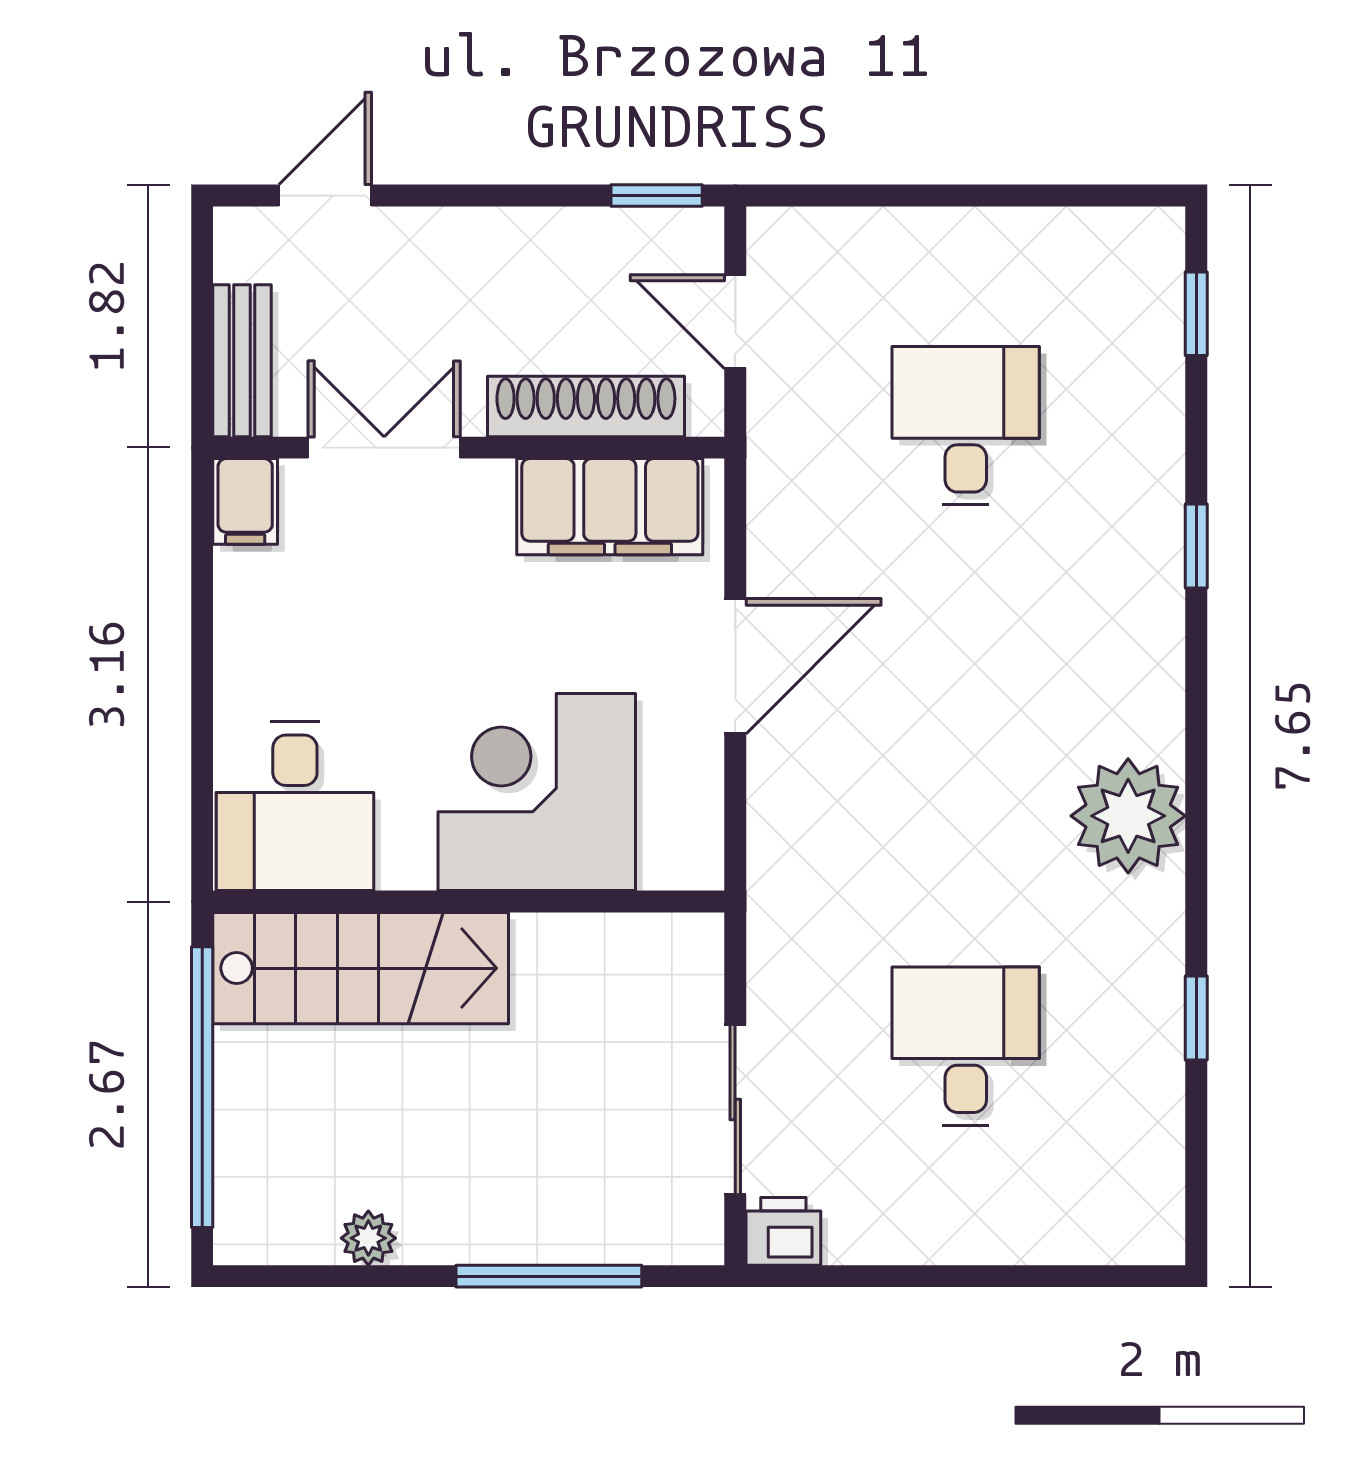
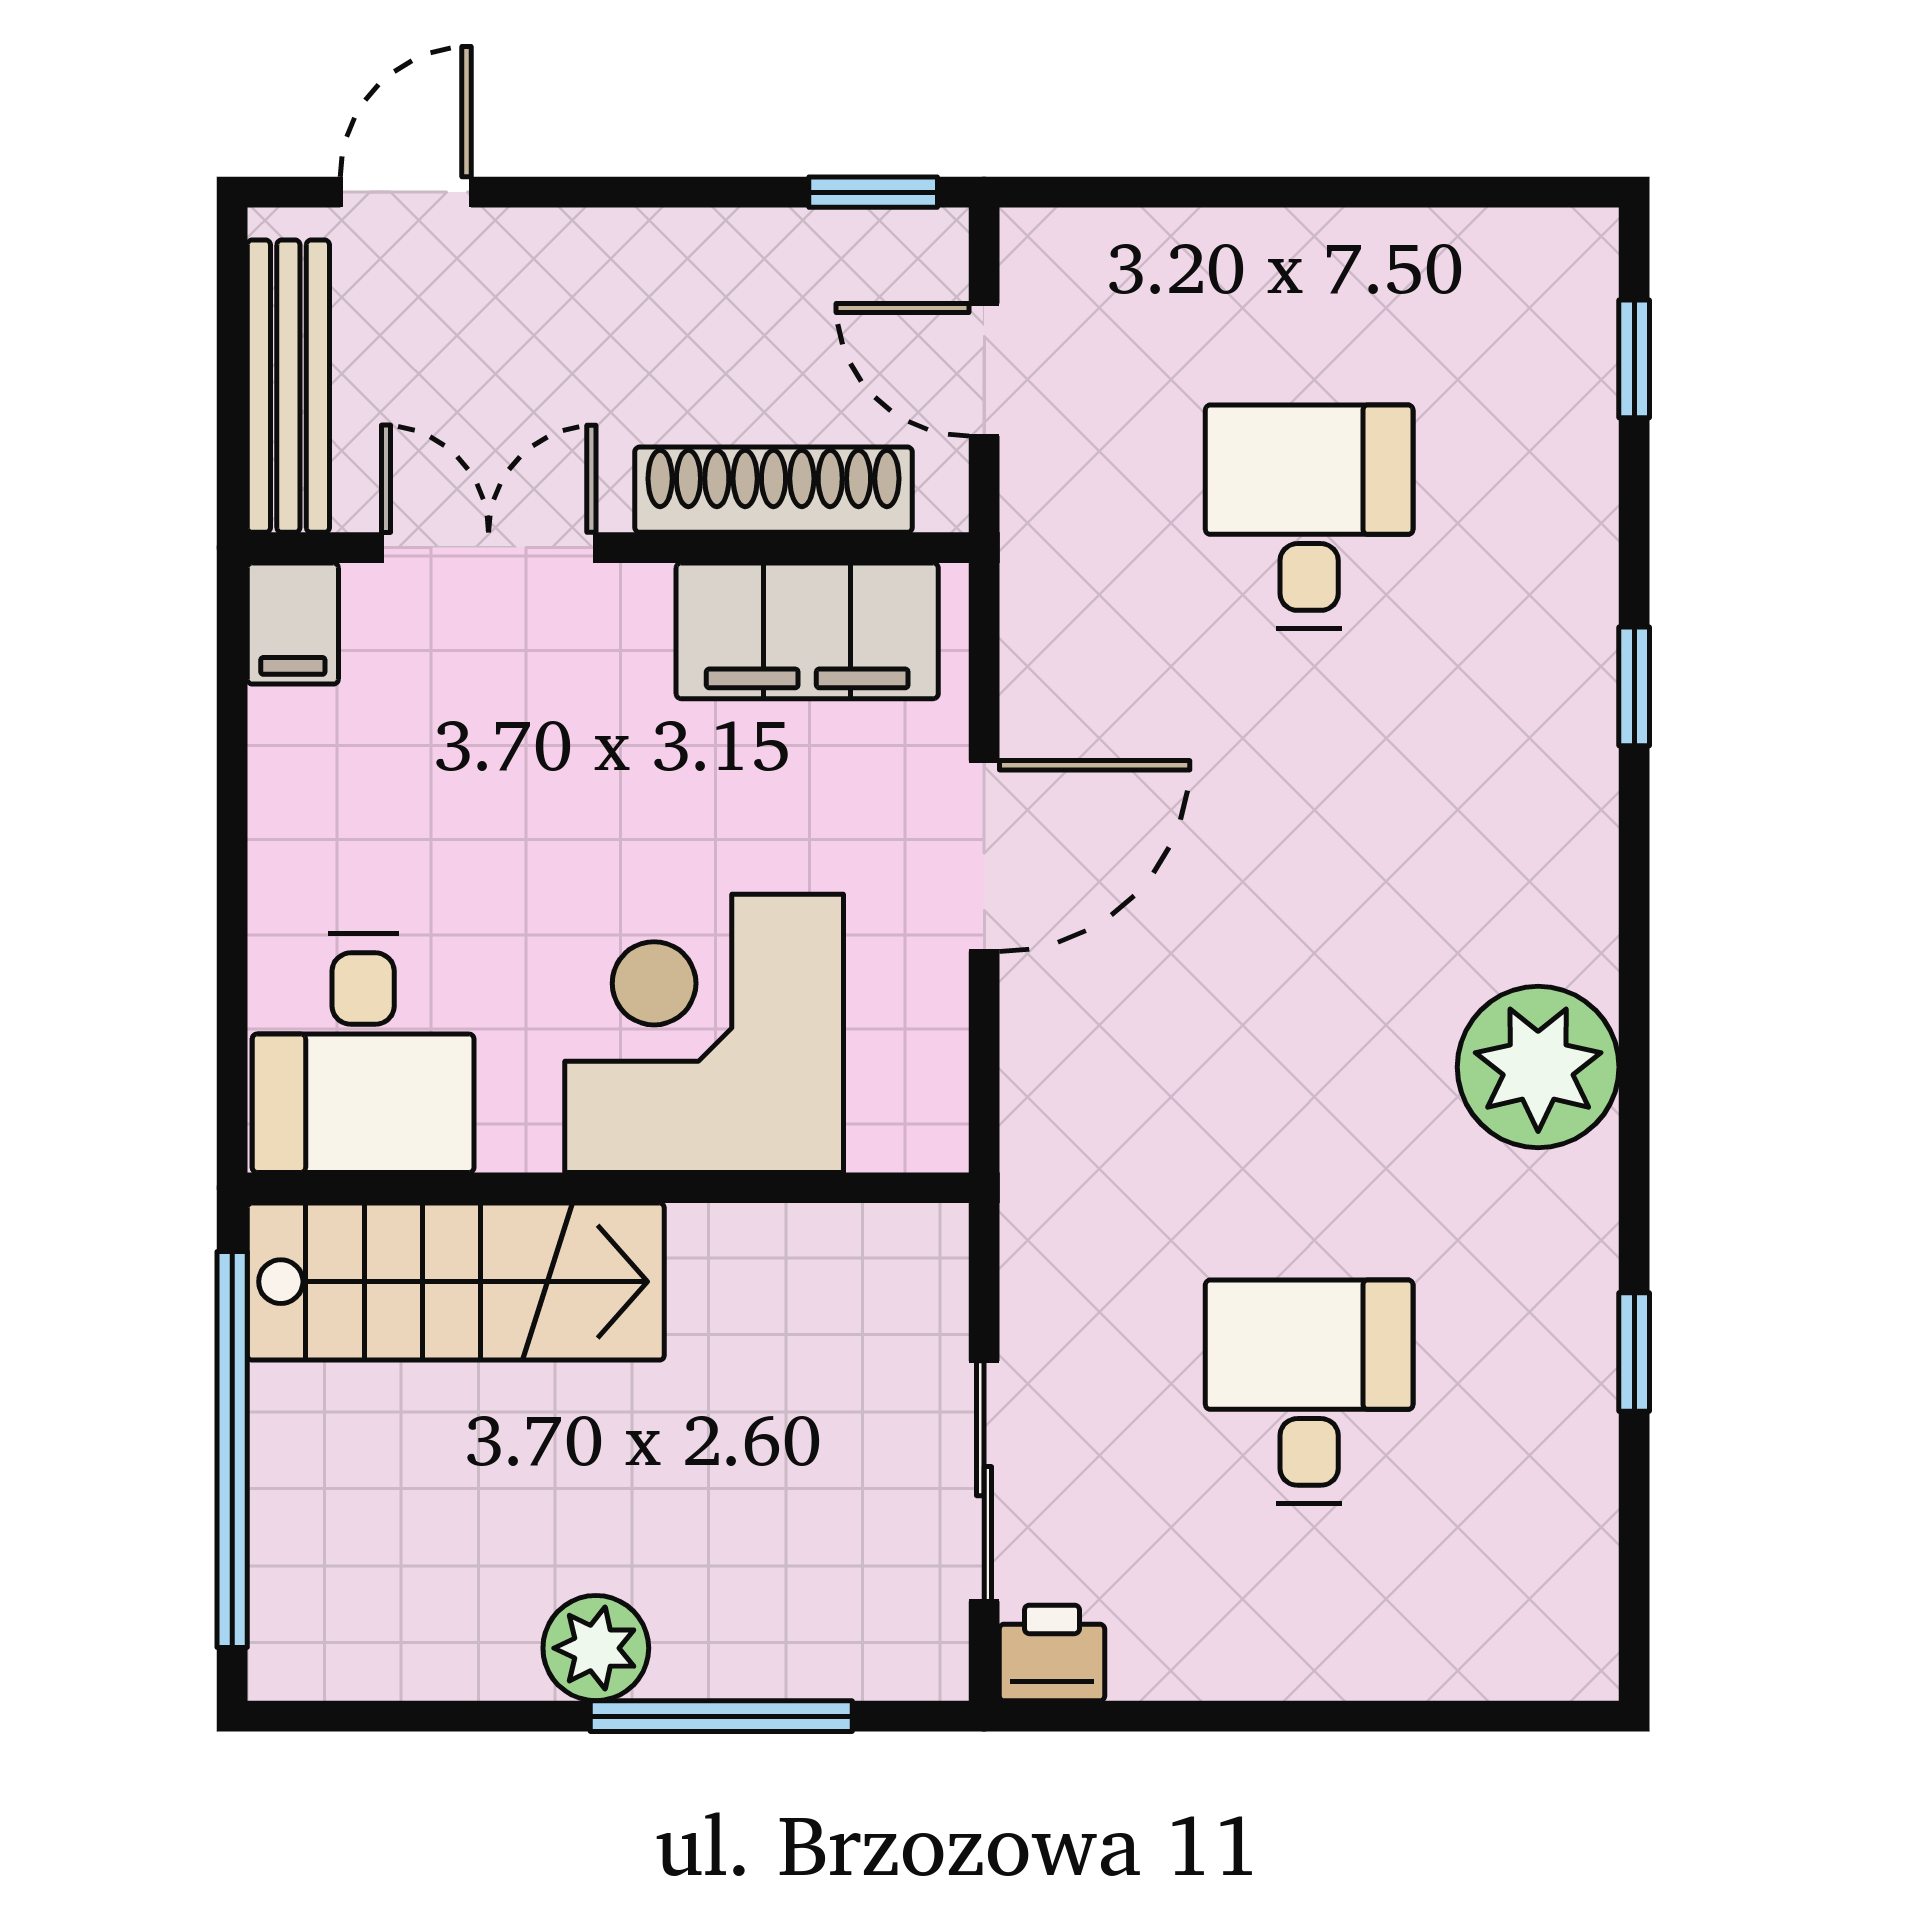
bench: (242, 361) -> (288, 386), width x1.36
plant: (368, 1238) -> (596, 1648), moved, width x1.38, depth x1.38

